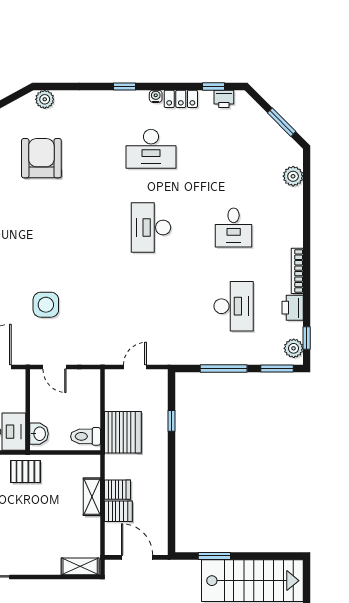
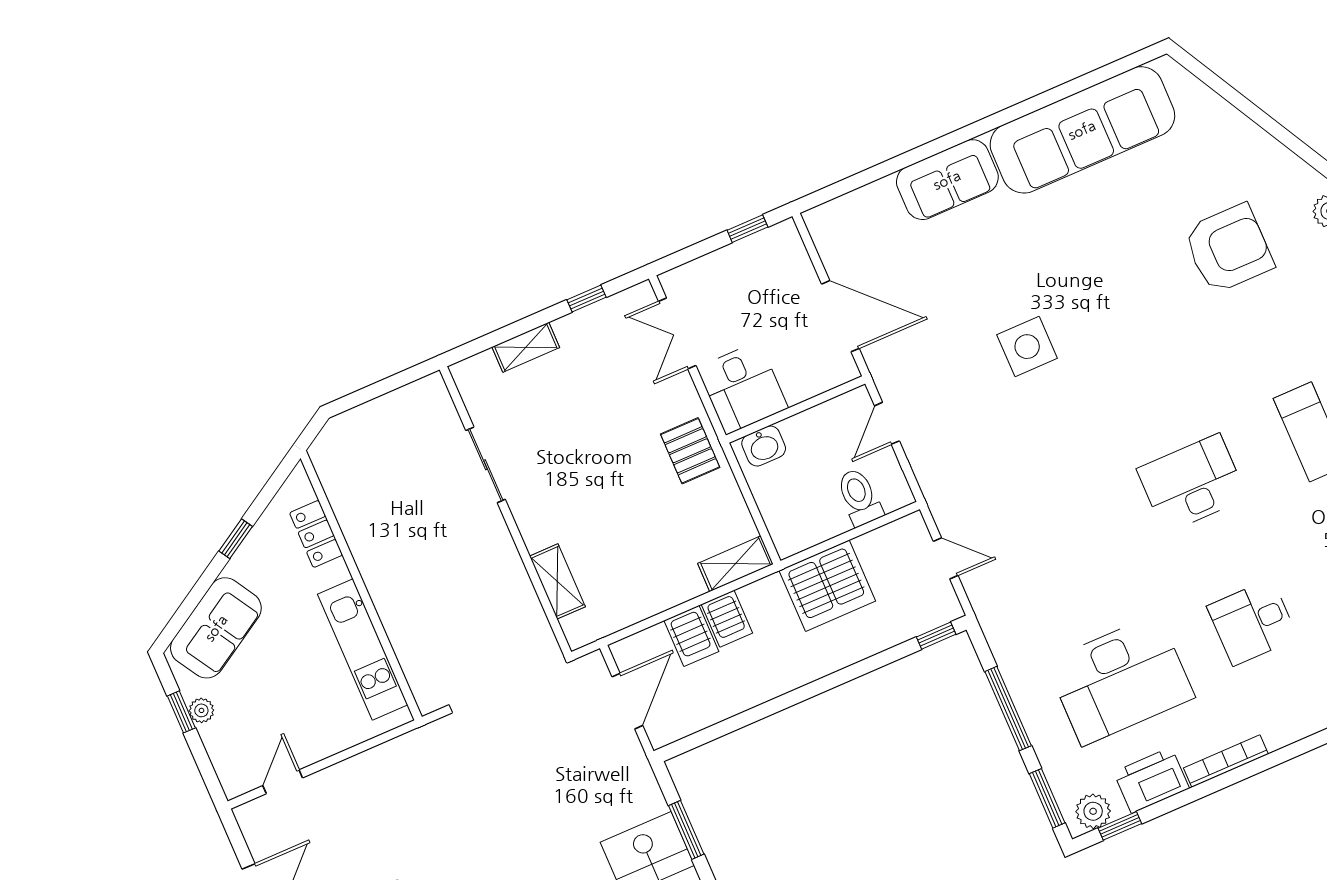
side table: (46, 305) -> (1027, 347), moved
desk: (234, 306) -> (1120, 680), width x1.36, depth x1.30
printer: (293, 308) -> (1151, 780), width x1.37, depth x1.19
window: (171, 421) -> (936, 636), moved
toilet: (85, 436) -> (859, 497), moved
shelving: (92, 497) -> (735, 564), moved
shelving: (80, 566) -> (557, 581), moved

